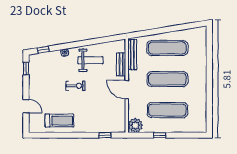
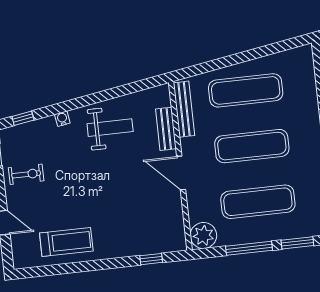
exercise bike: (76, 86) -> (26, 174), moved
window: (160, 135) -> (249, 248), width x2.17
window: (187, 135) -> (297, 243), added

